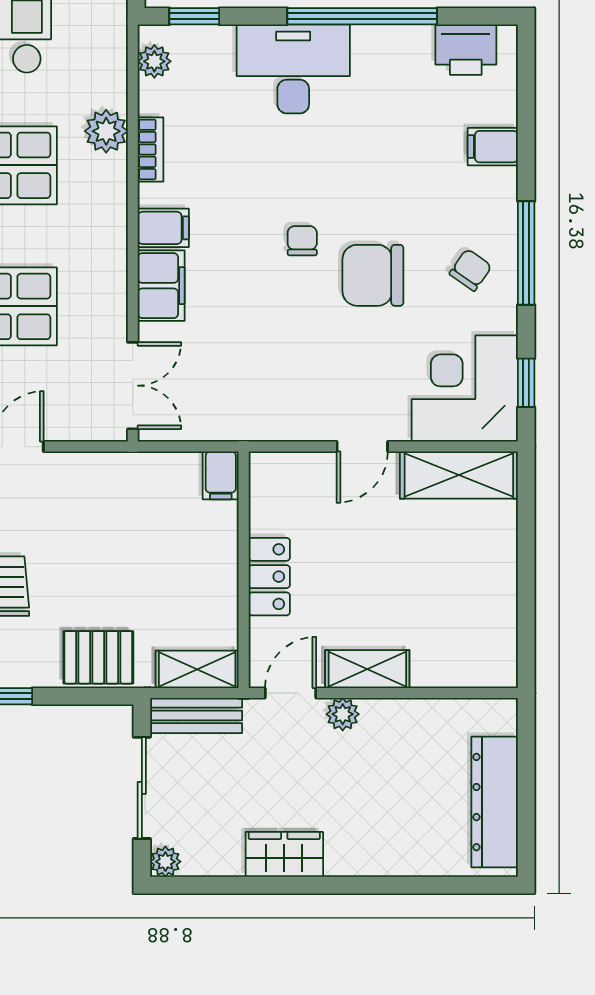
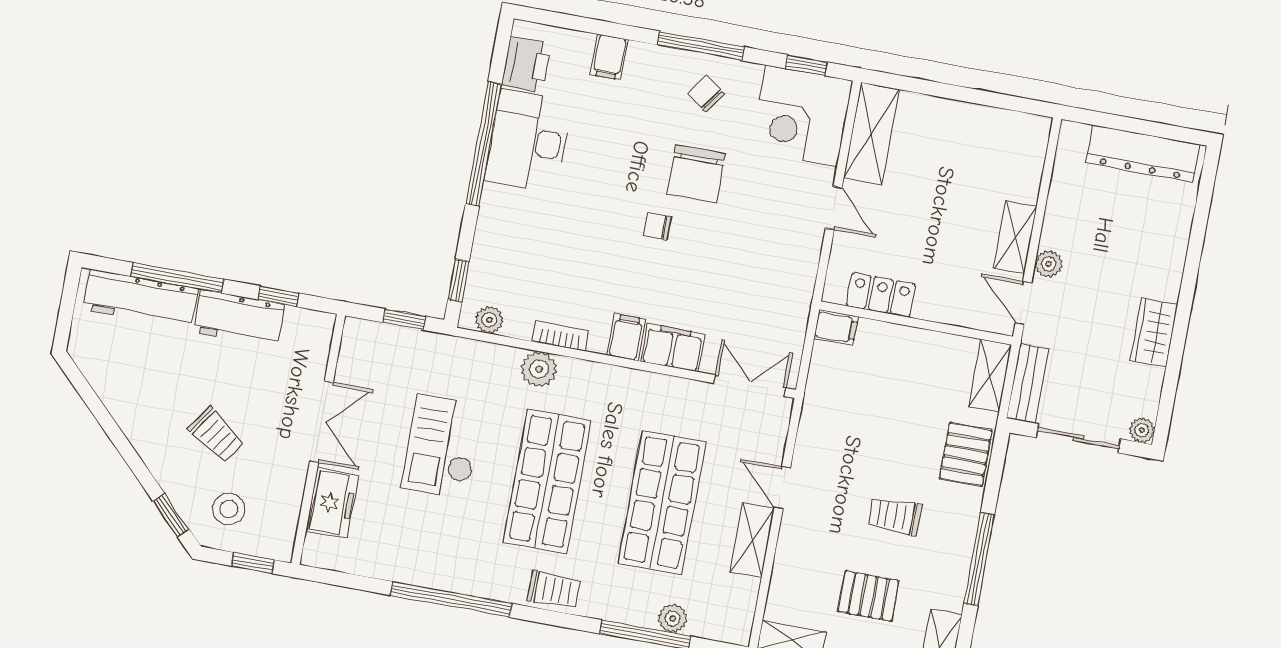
desk: (293, 69) -> (529, 141), moved
locker: (269, 577) -> (881, 295), moved

